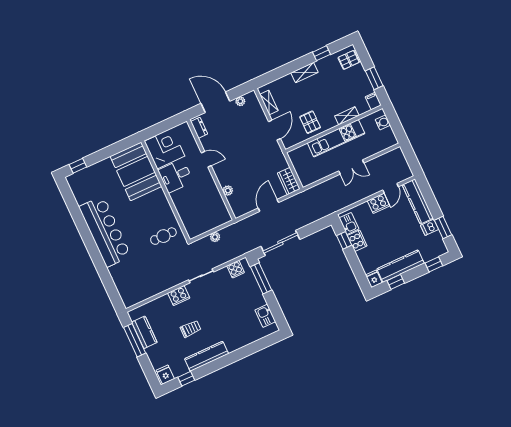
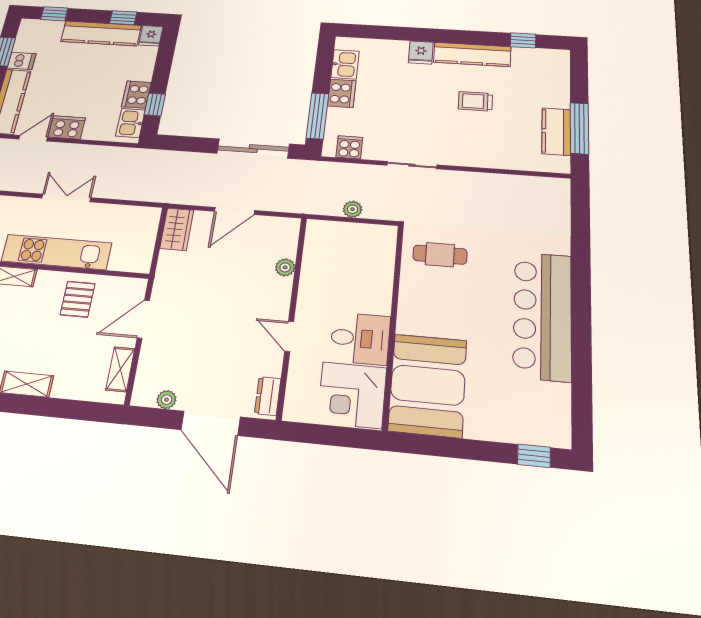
cooker: (179, 296) -> (342, 93), moved, turned 90
fridge: (165, 375) -> (421, 52), moved

